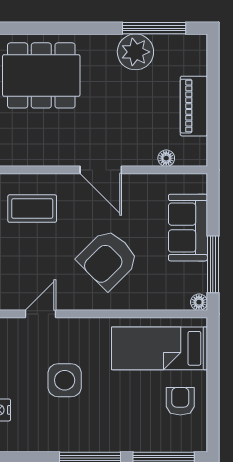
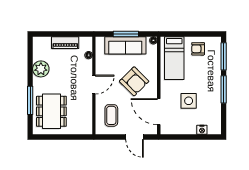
window: (154, 28) -> (30, 100), moved
sofa: (188, 228) -> (125, 45), width x1.36
window: (213, 264) -> (126, 34), moved
door: (41, 314) -> (159, 112), width x1.87

